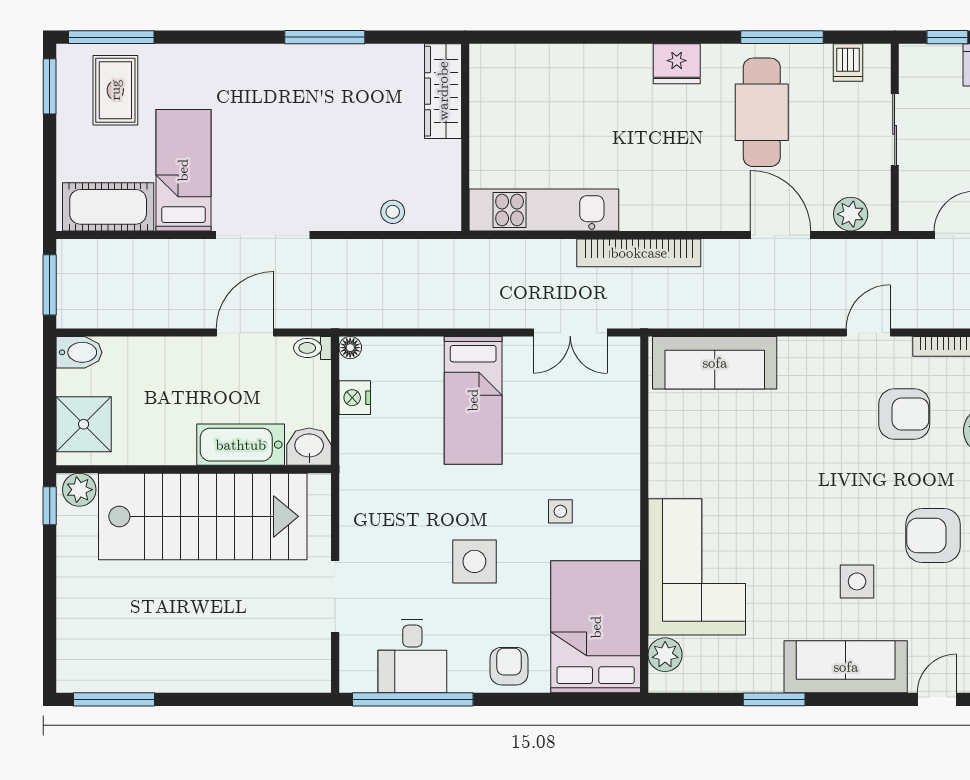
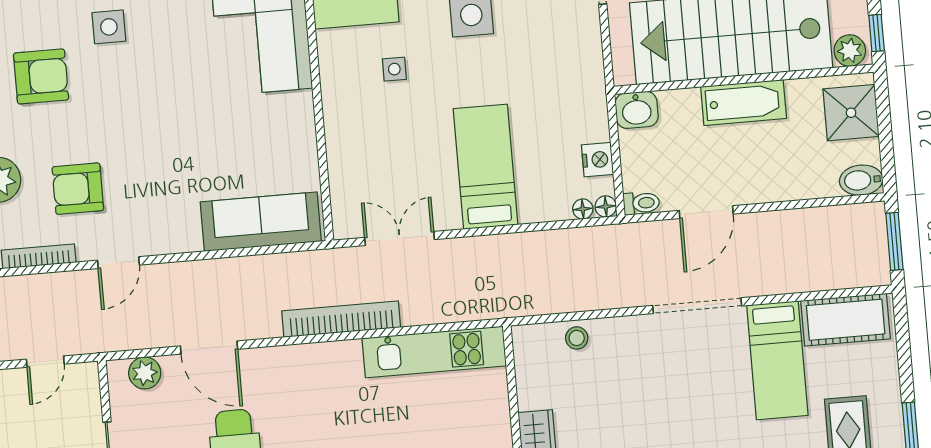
floor lamp: (375, 347) -> (583, 209), added
bathtub: (241, 445) -> (744, 103), moved

